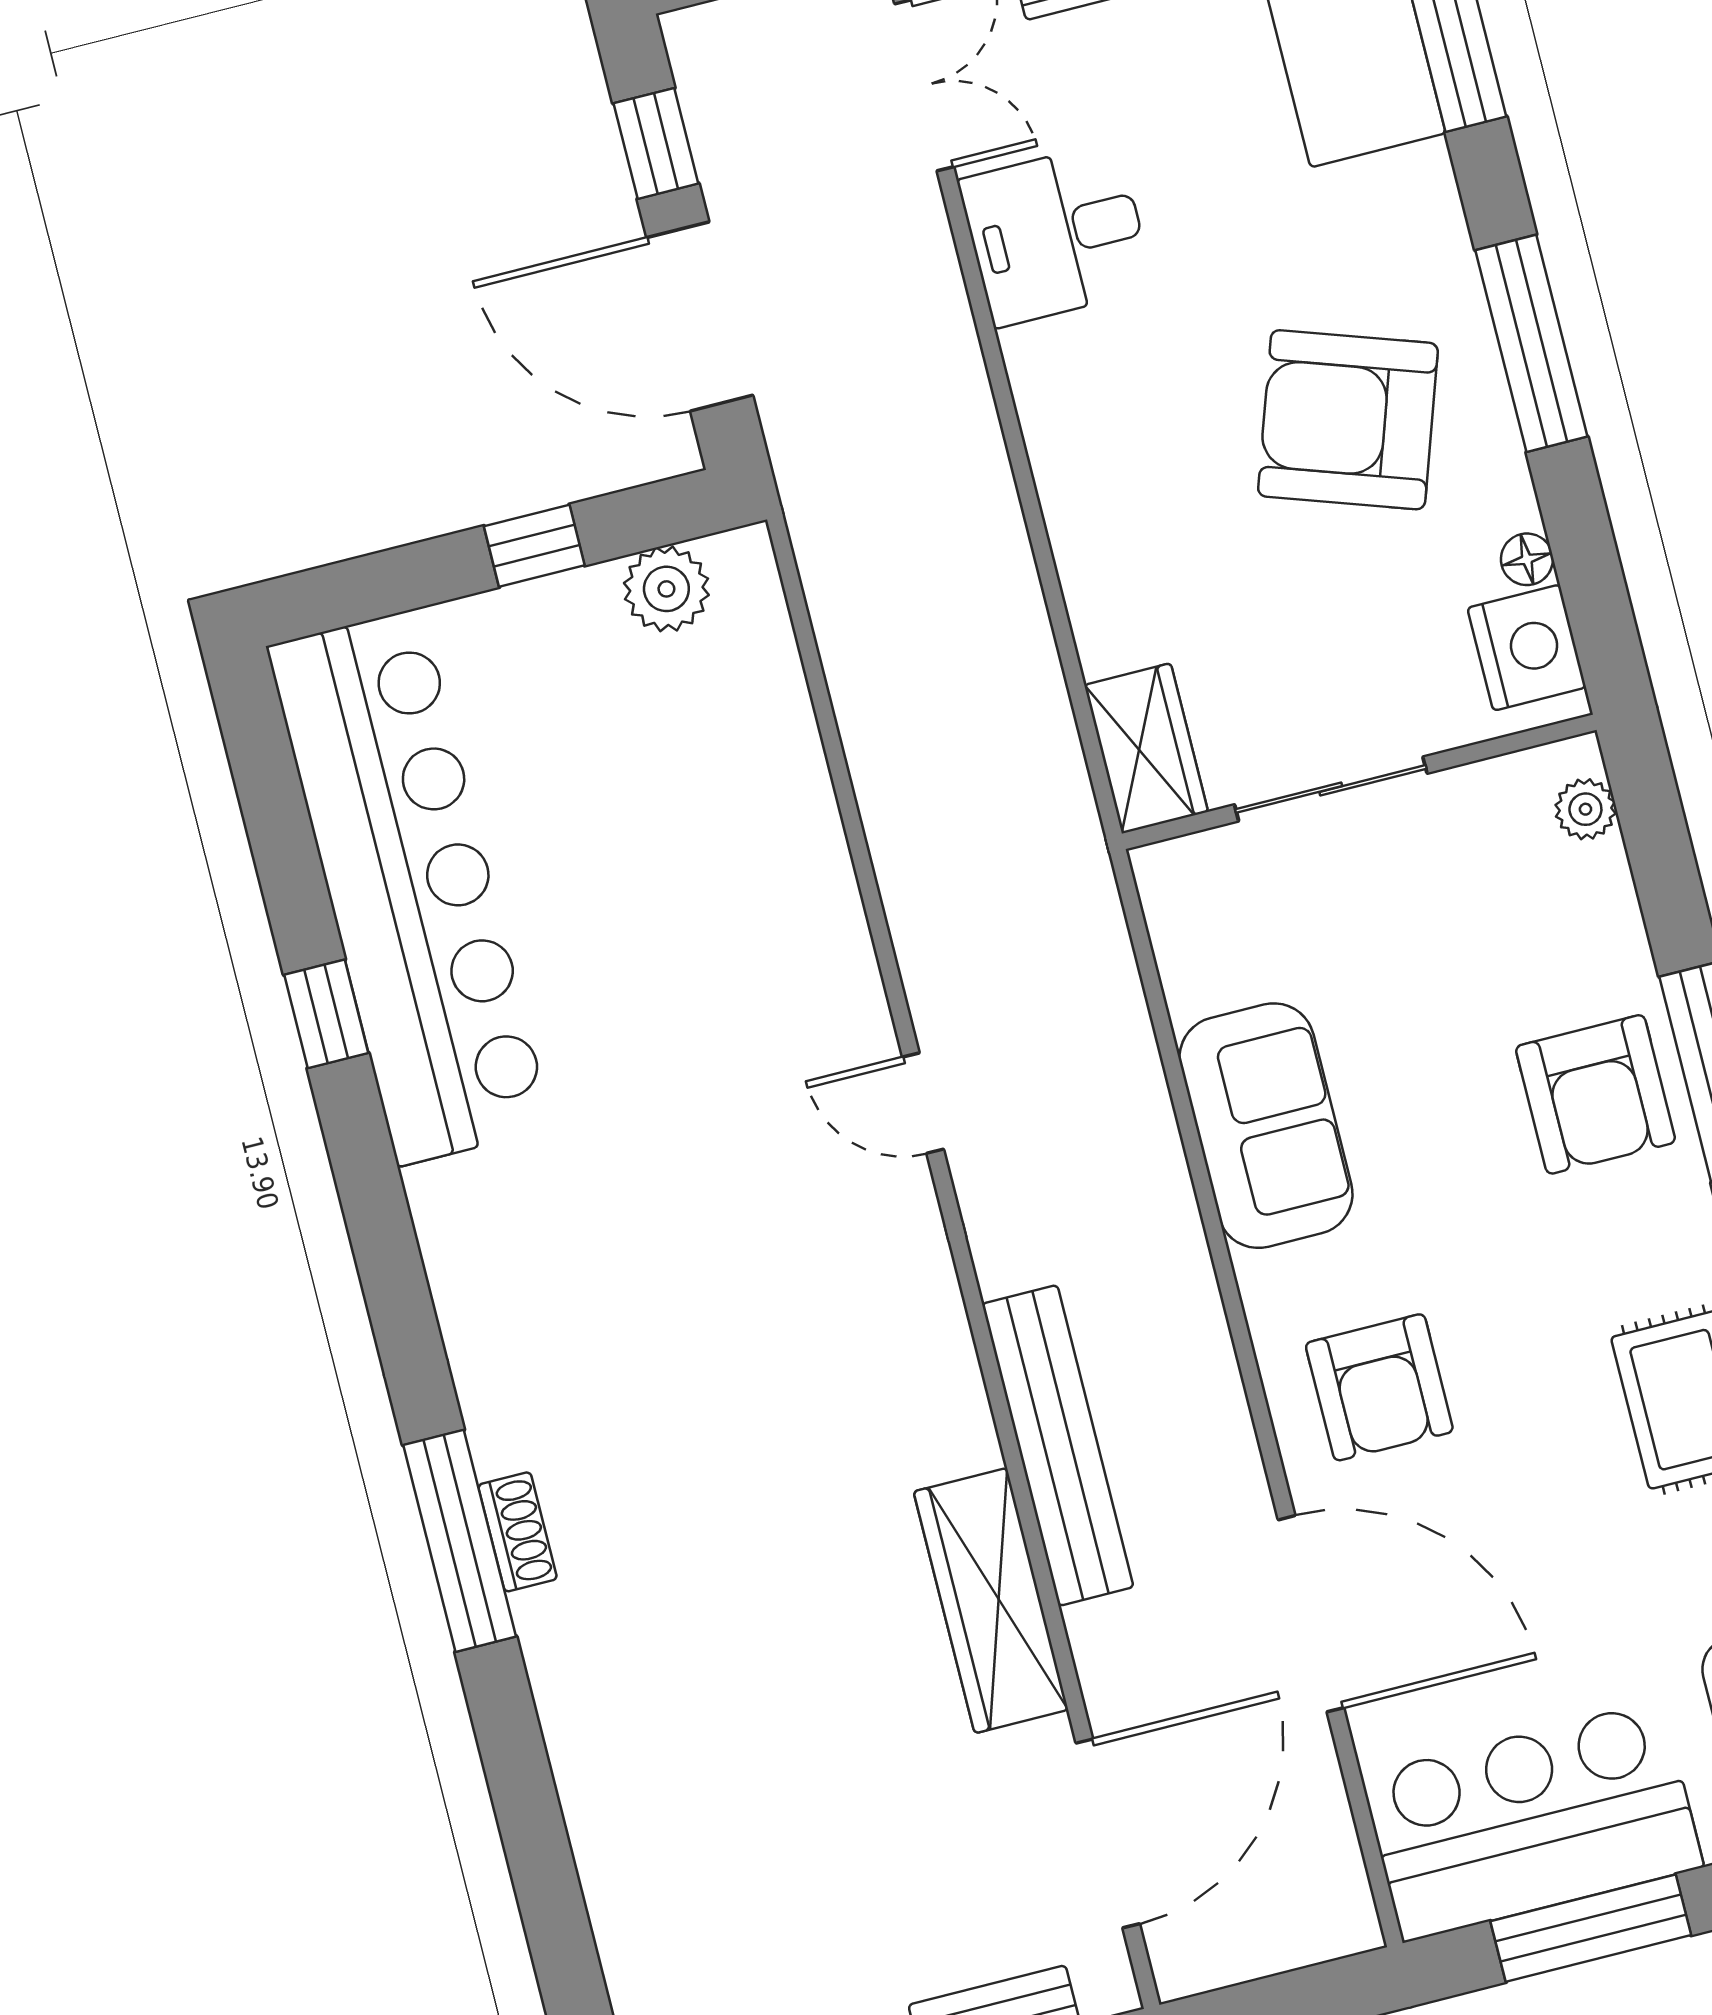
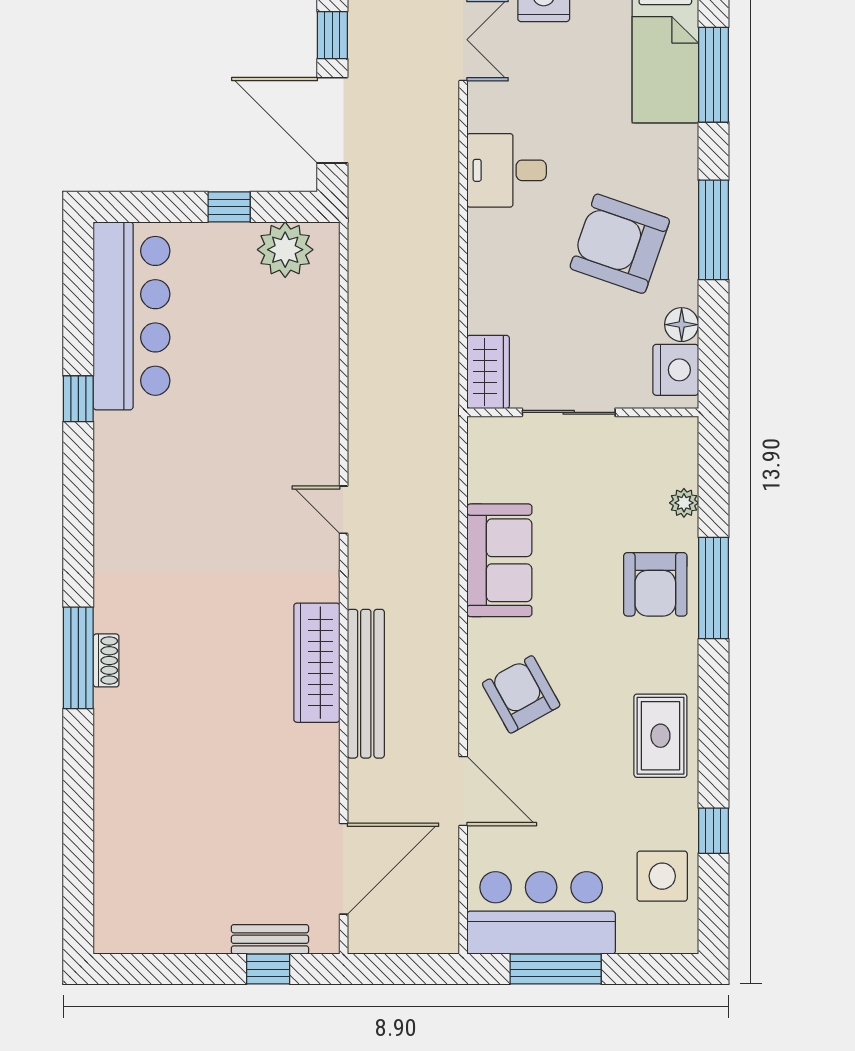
desk: (1056, 234) -> (507, 170), moved
floor lamp: (1527, 559) -> (682, 325), width x1.37, depth x1.37
plant: (666, 589) -> (285, 250), width x1.36, depth x1.36
plant: (1585, 809) -> (684, 503), moved
bar counter: (409, 887) -> (132, 316), width x0.73
armchair: (1379, 1387) -> (521, 694), turned 151
wardrobe: (991, 1601) -> (317, 663), moved
door: (1311, 1614) -> (463, 791), width x0.73

